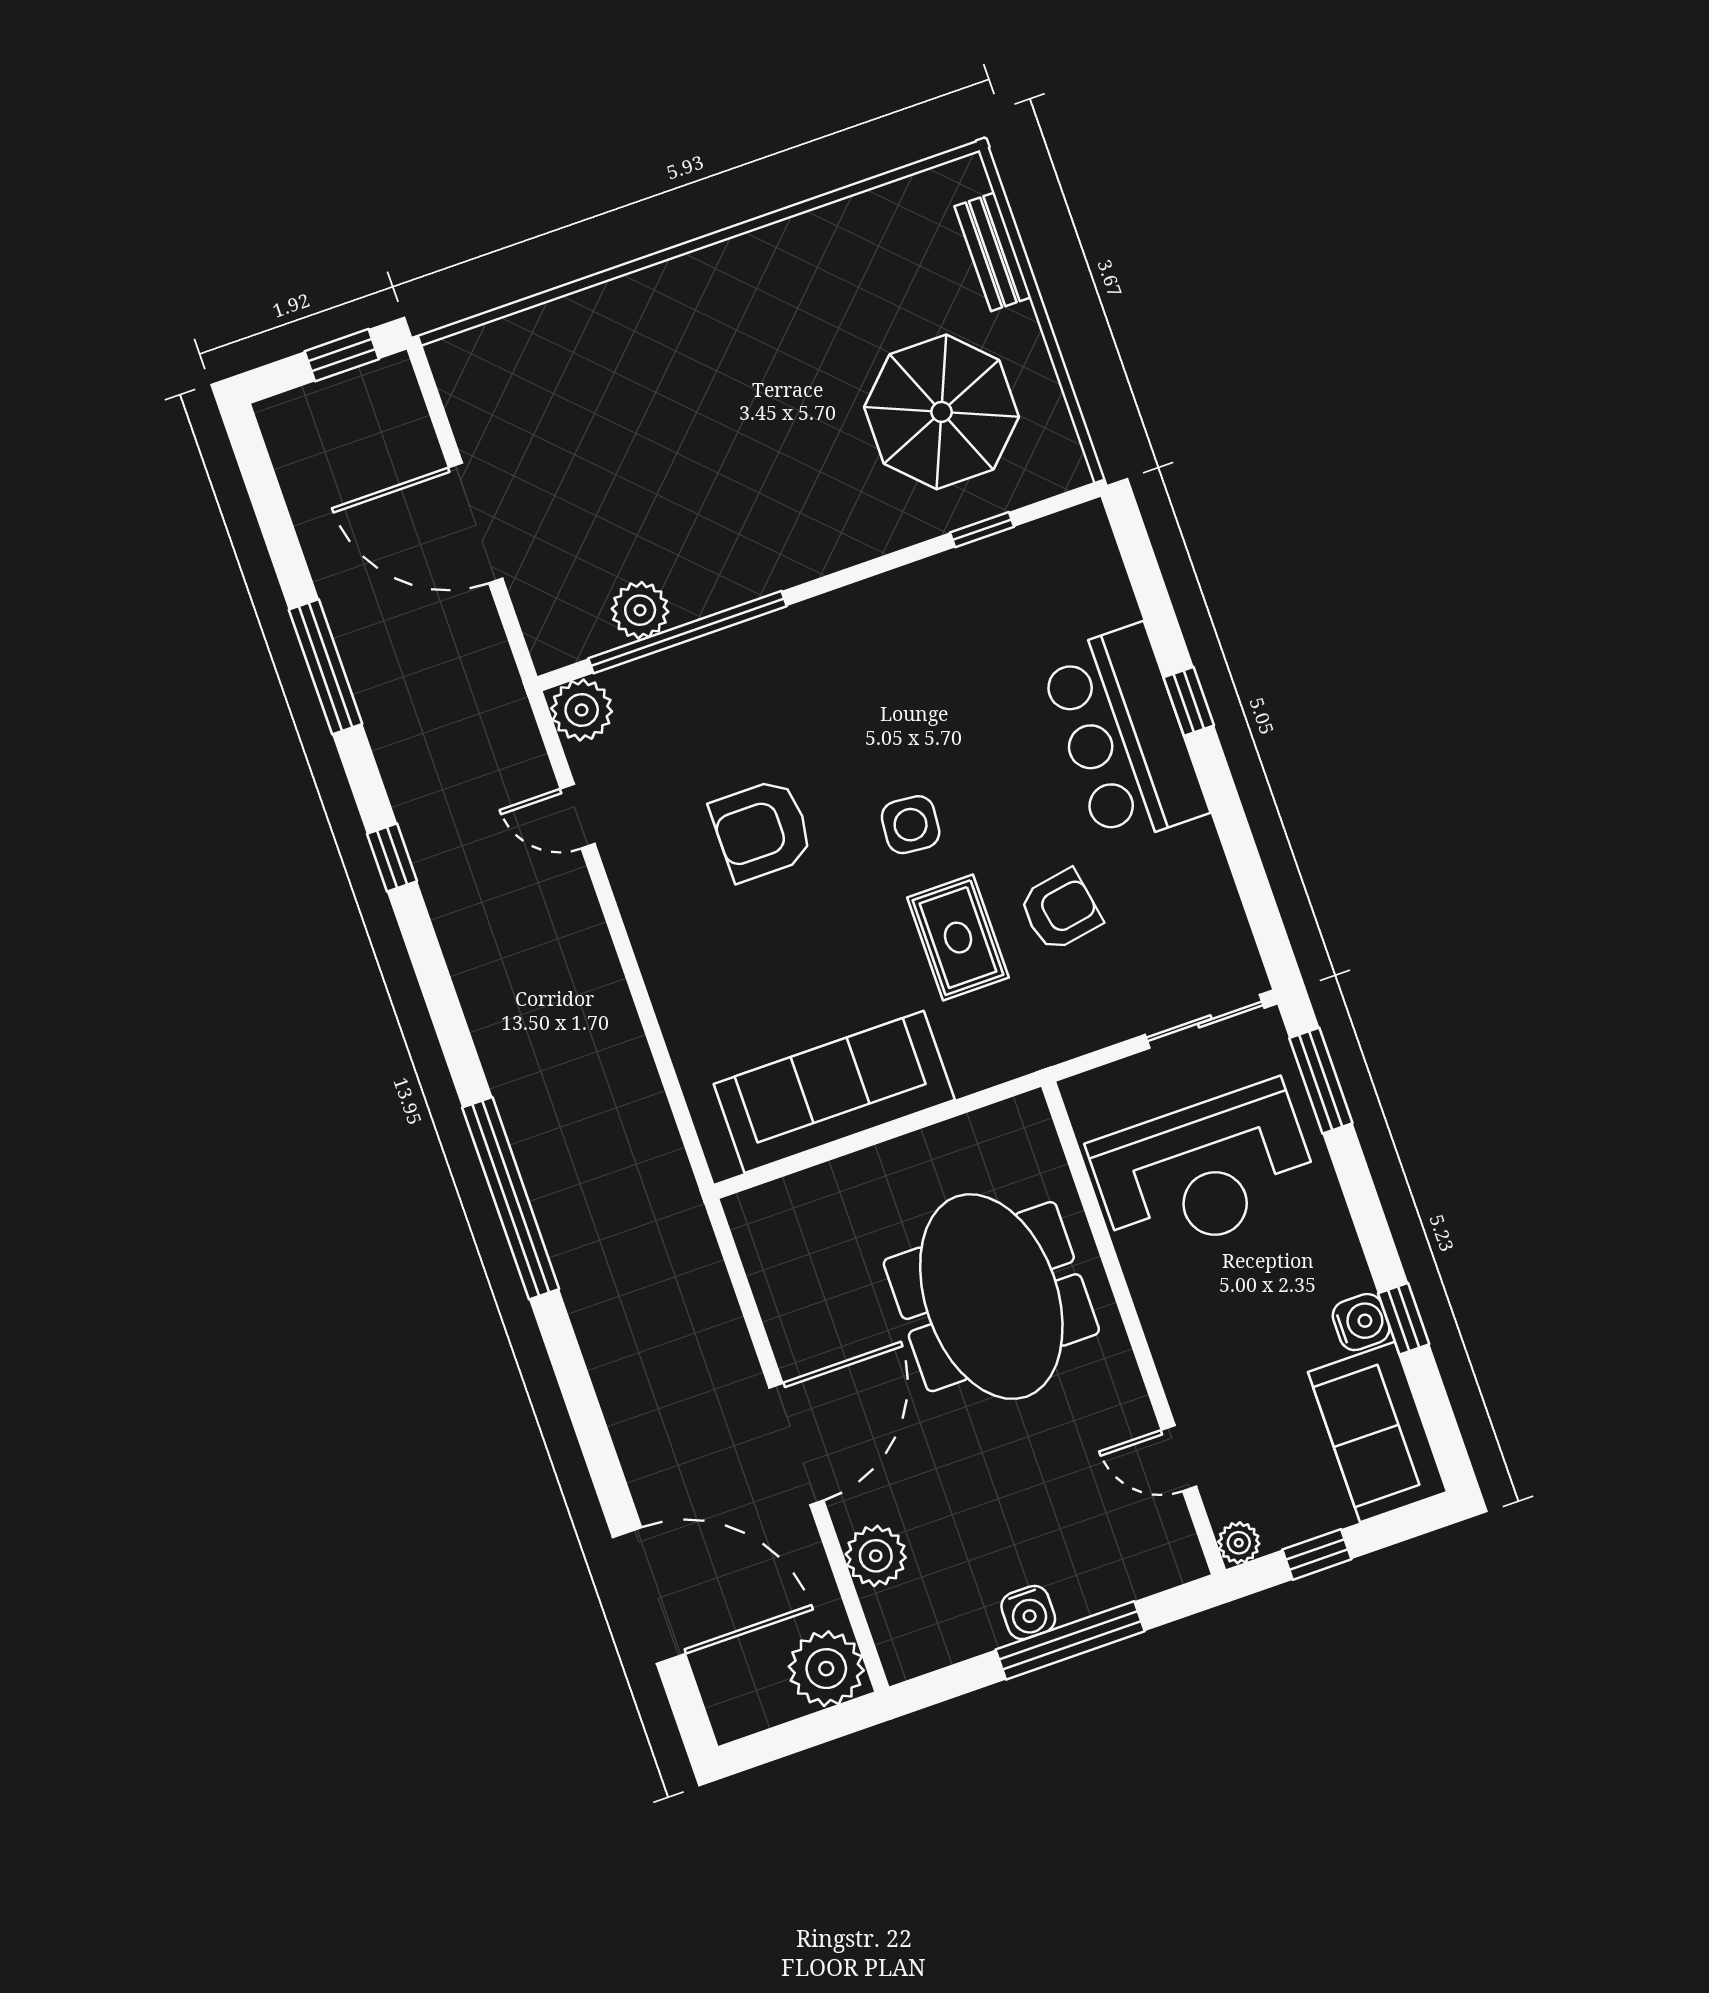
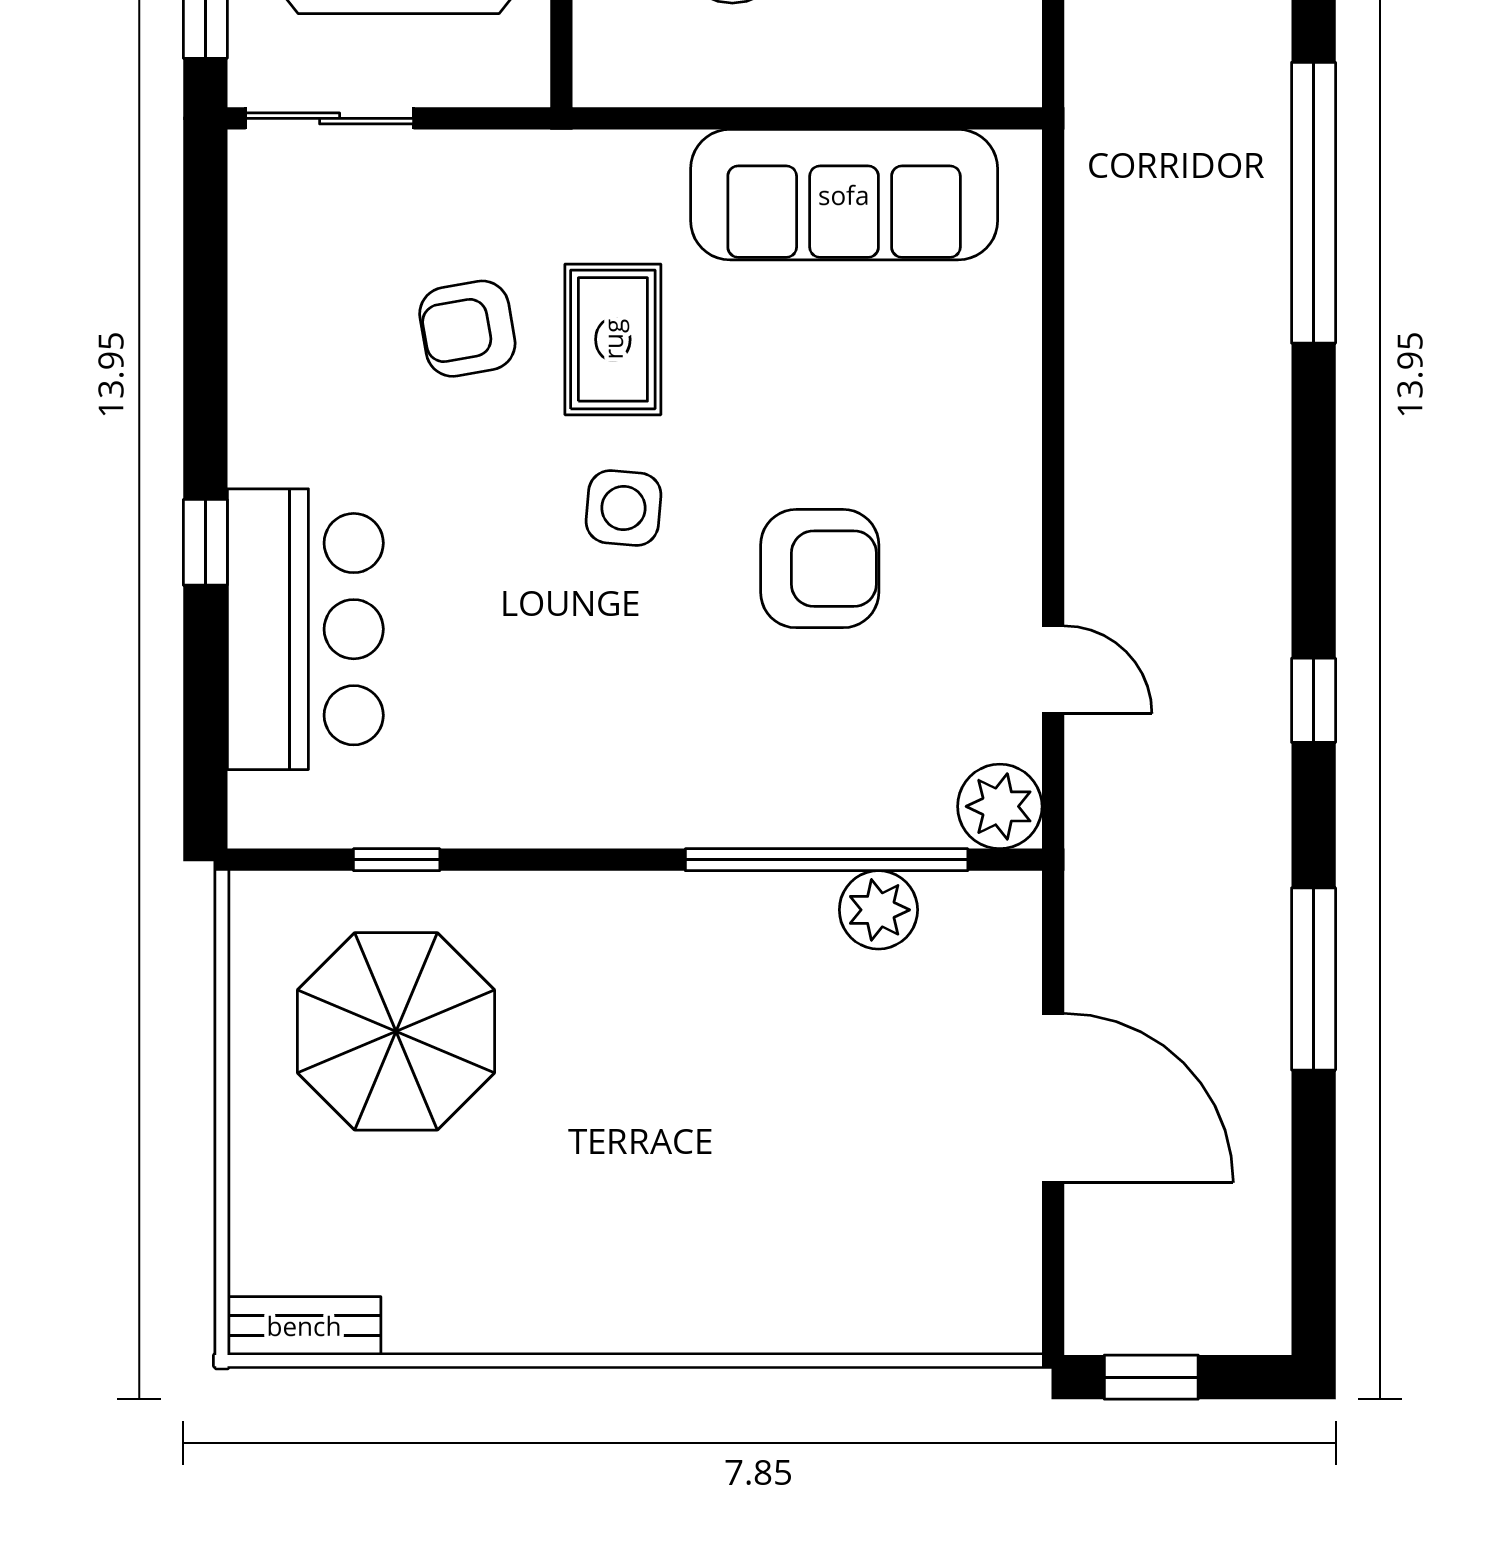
bench: (993, 252) -> (304, 1326), moved, turned 90
bar counter: (1124, 735) -> (305, 629), moved

